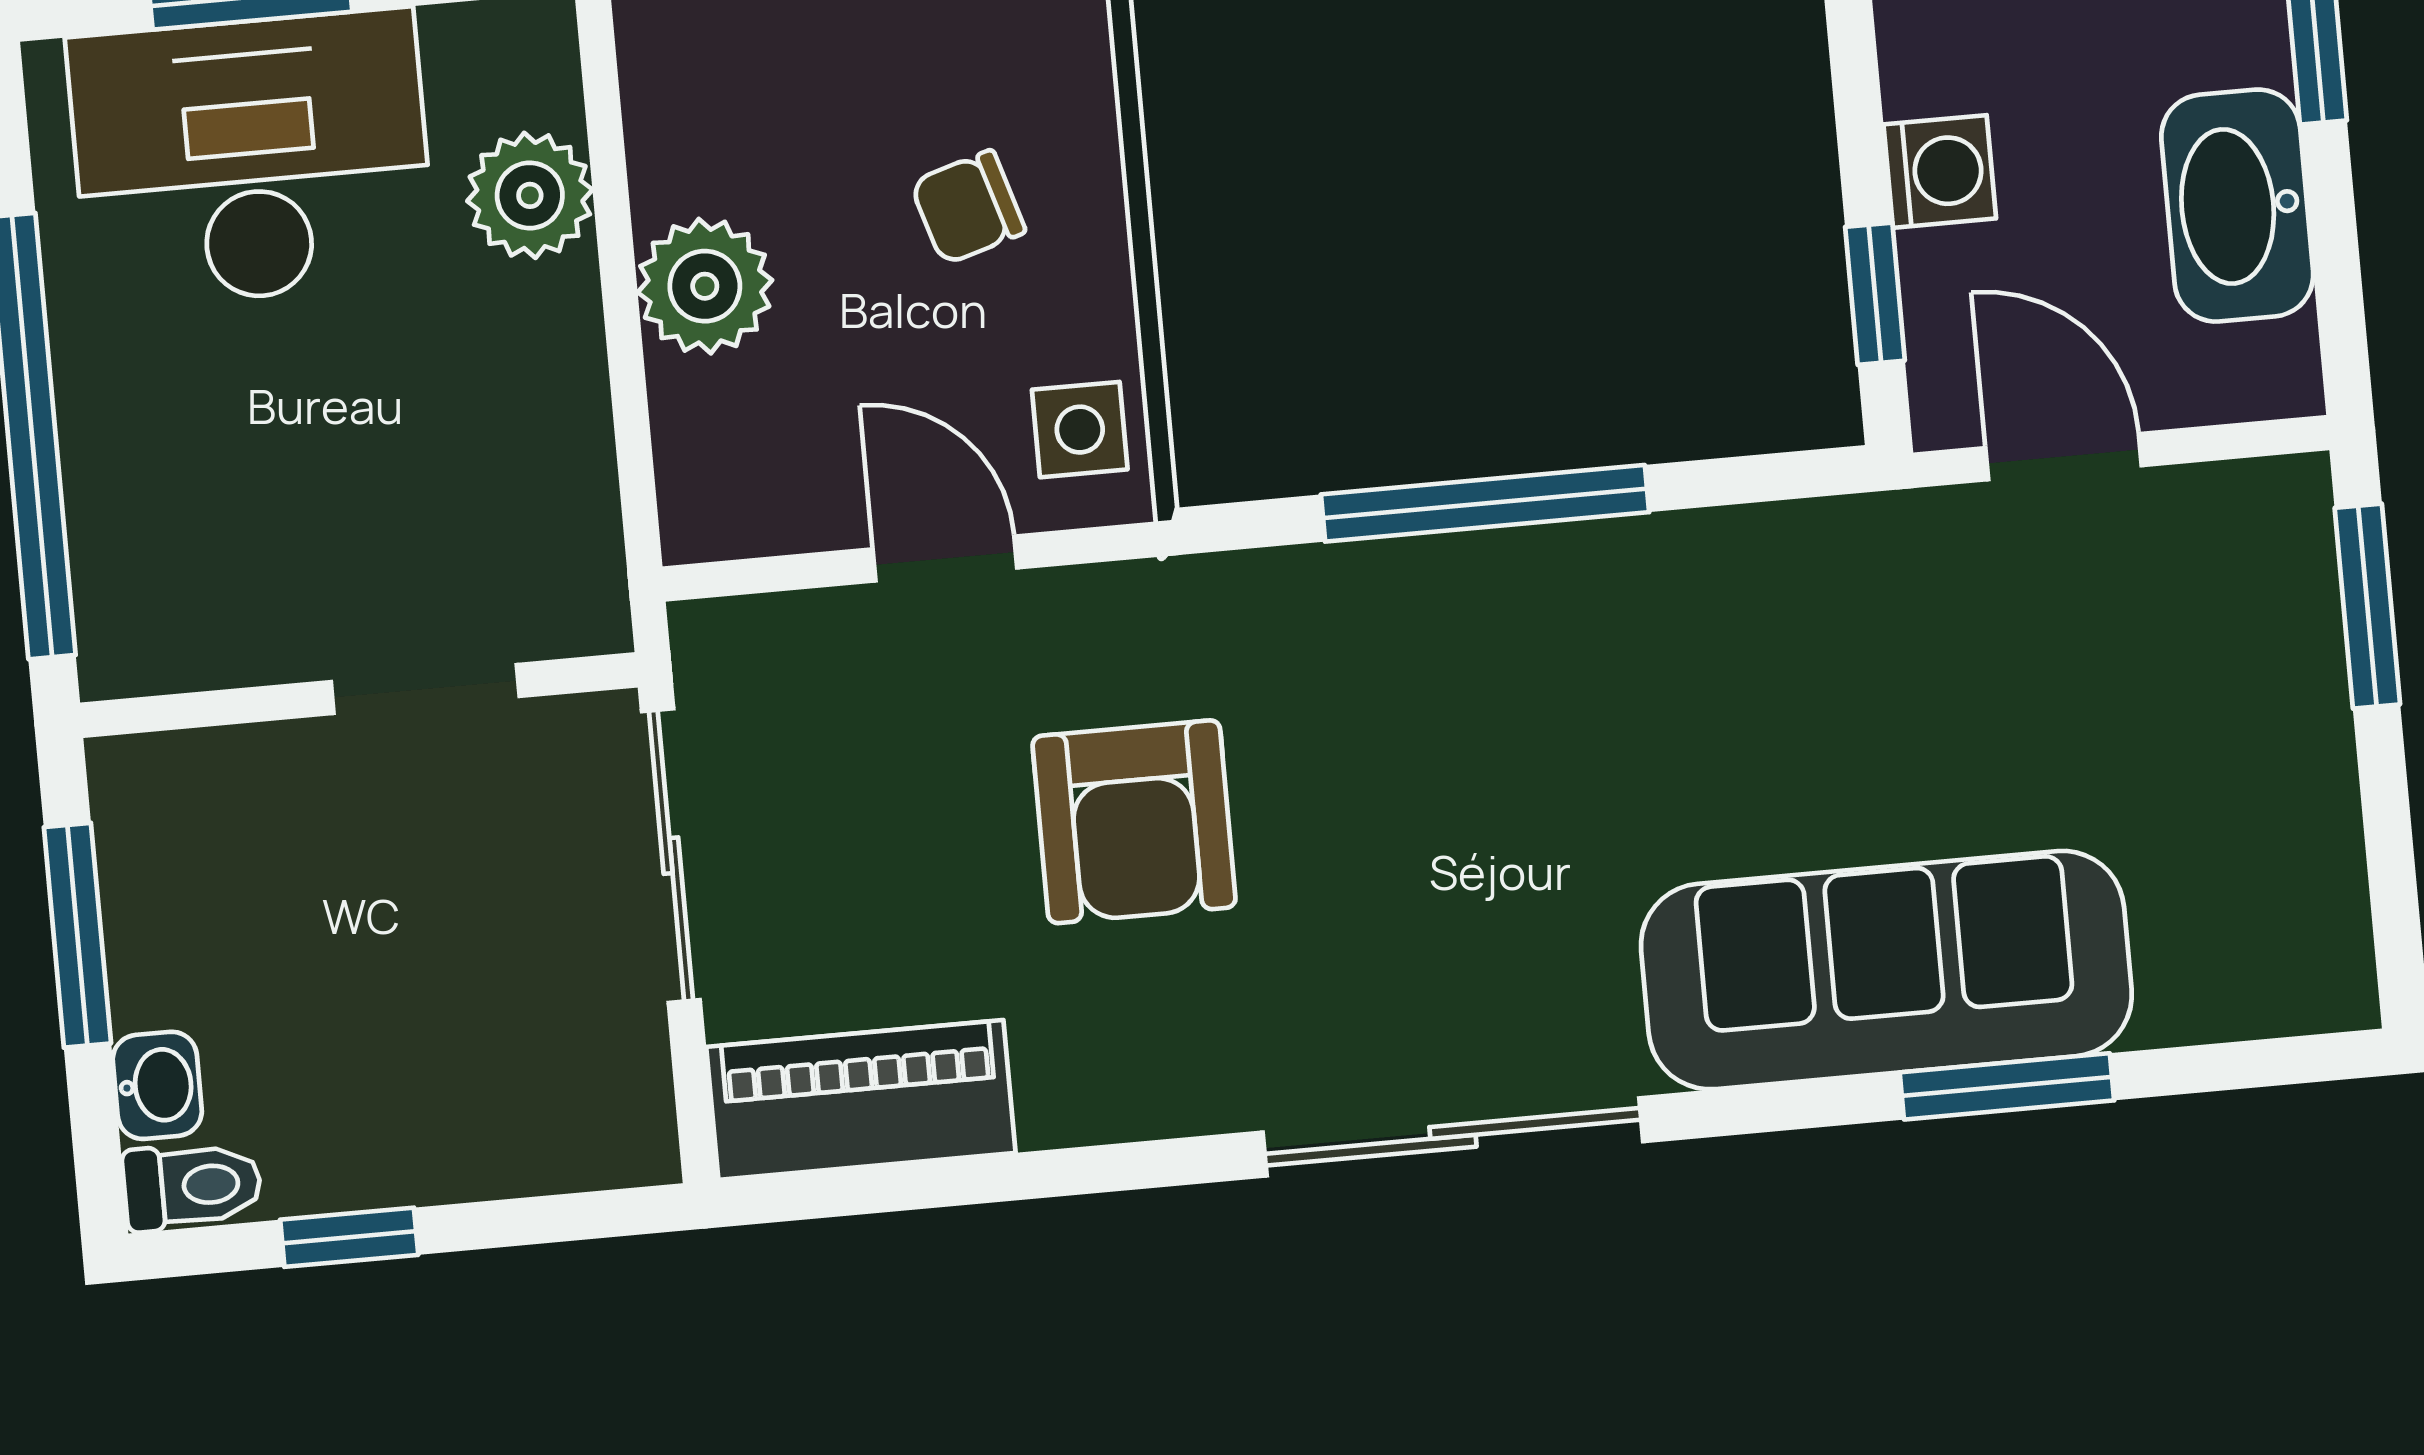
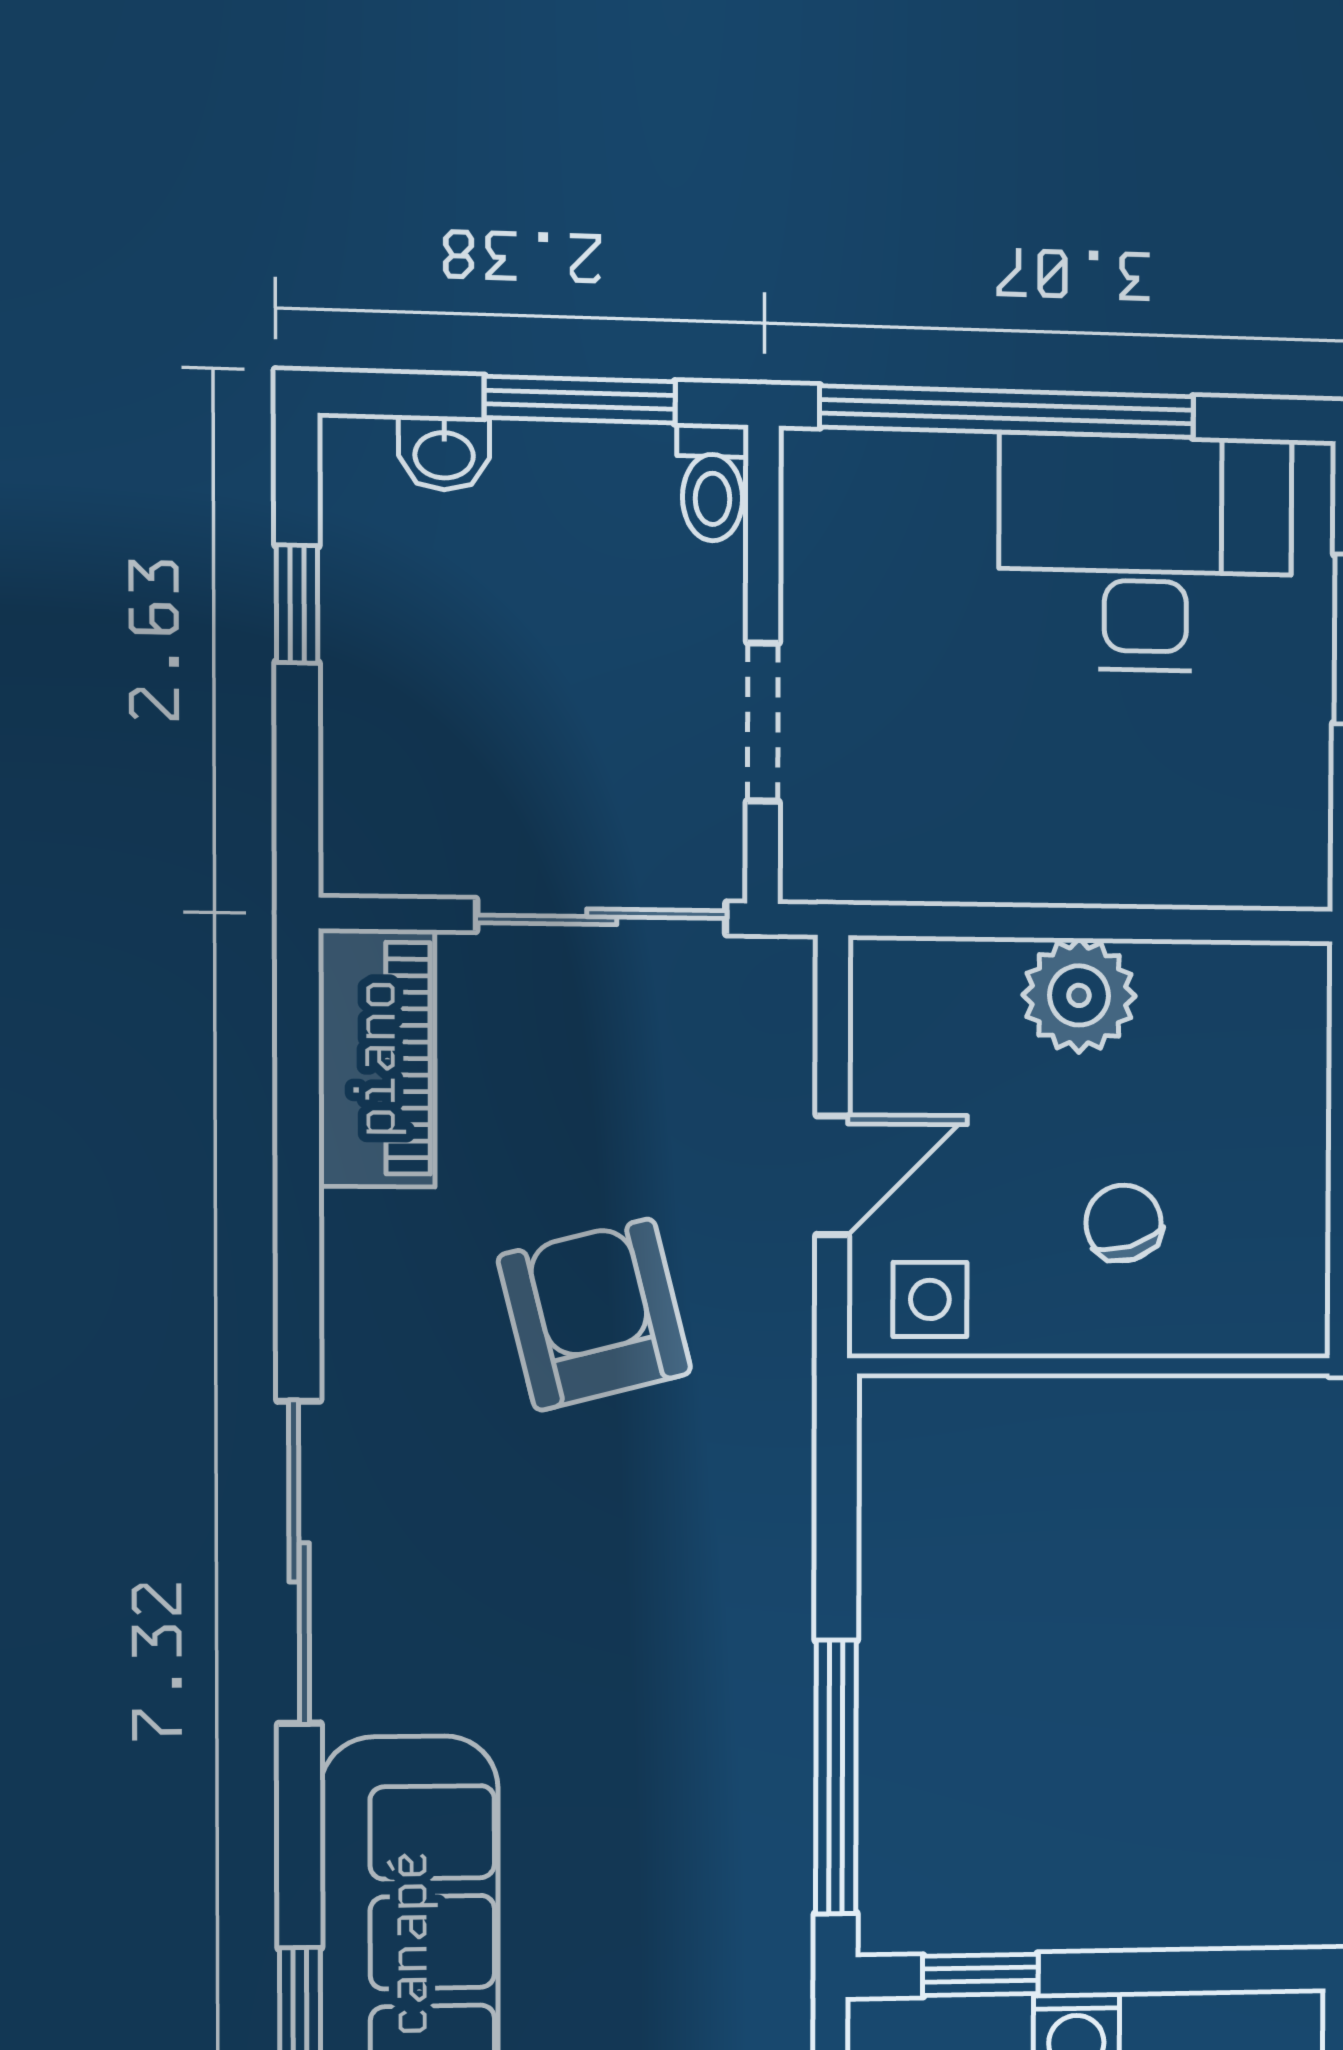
desk: (251, 159) -> (1146, 553), moved, turned -90
plant: (530, 195) -> (1168, 856), removed
window: (1485, 503) -> (836, 1777), moved
armchair: (1134, 822) -> (595, 1314), turned 76
toilet: (192, 1186) -> (713, 482), moved

